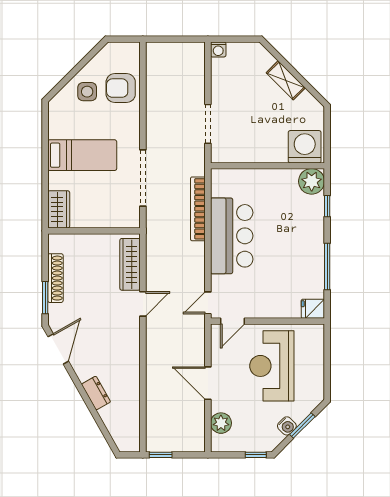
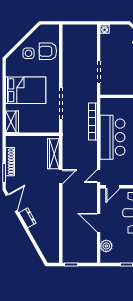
bed: (82, 155) -> (26, 90), width x1.50
dresser: (96, 393) -> (28, 218), moved

